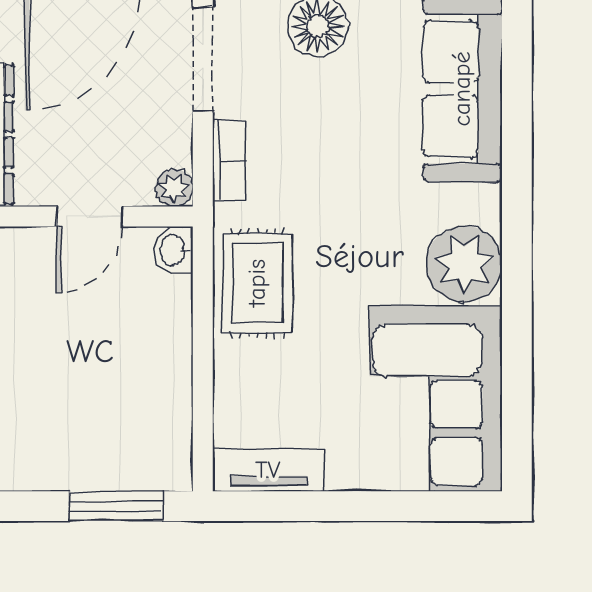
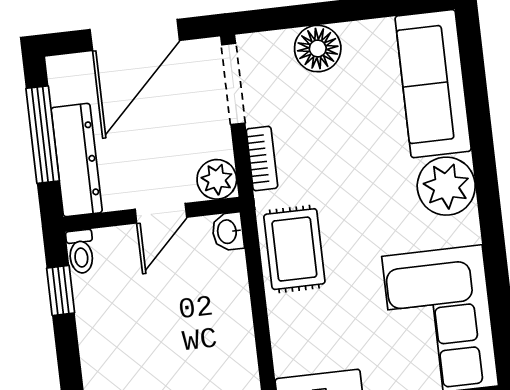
plant: (174, 188) -> (217, 179), width x1.38, depth x1.38
plant: (464, 264) -> (446, 186), moved

